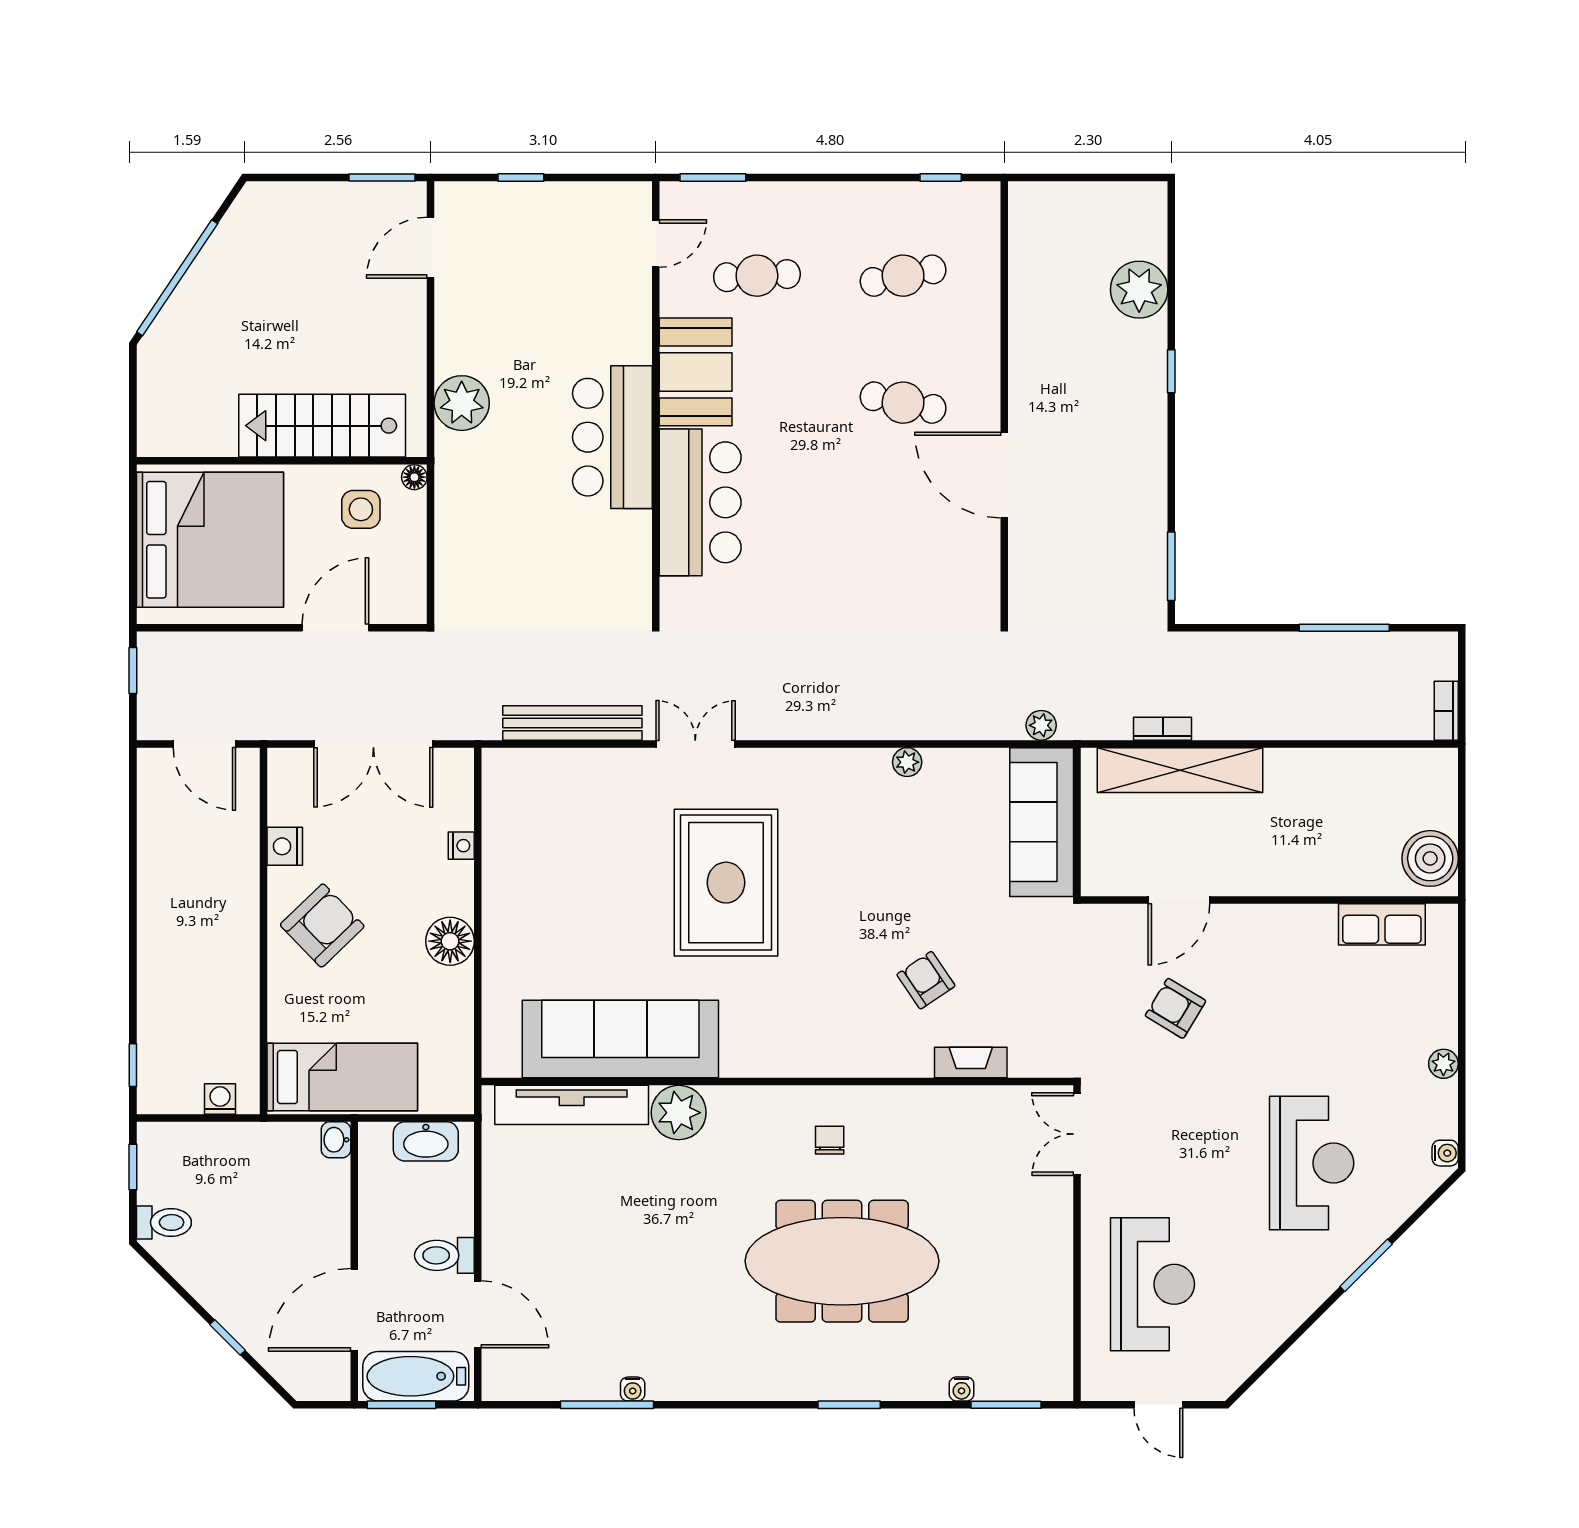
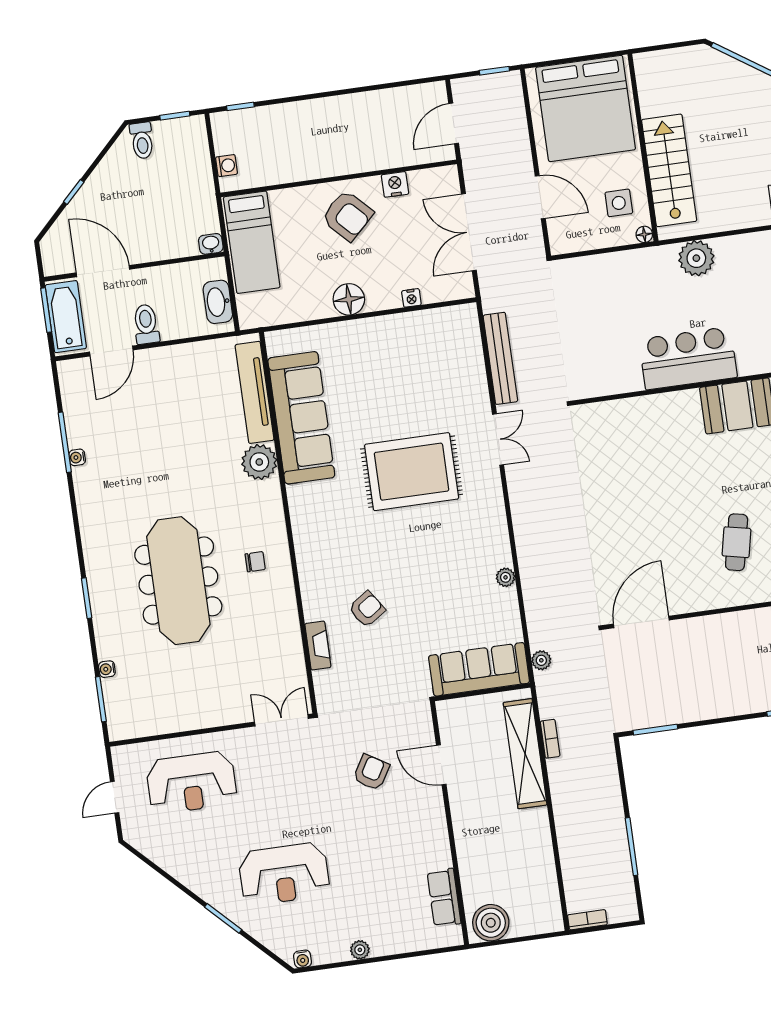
door: (1004, 475) -> (641, 622), moved
bar counter: (700, 502) -> (654, 421), removed

